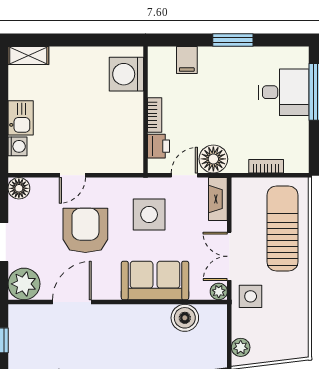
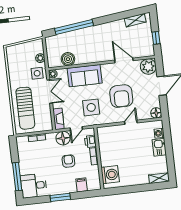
desk: (284, 92) -> (34, 186), moved
armchair: (208, 111) -> (68, 161), added
door: (72, 302) -> (124, 60), swing flipped
plant: (241, 347) -> (40, 58), moved

